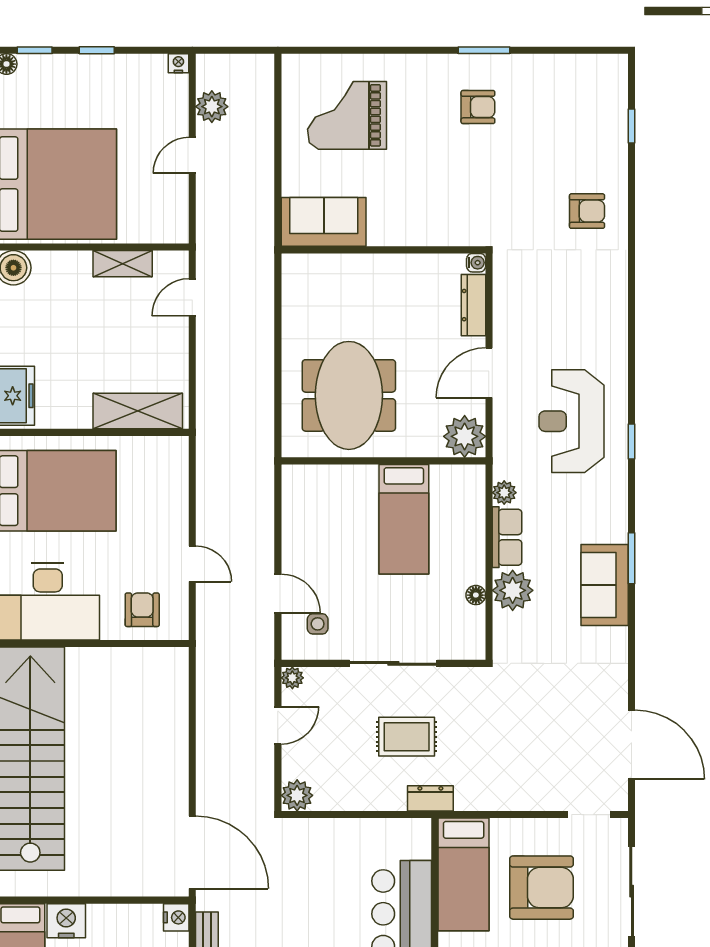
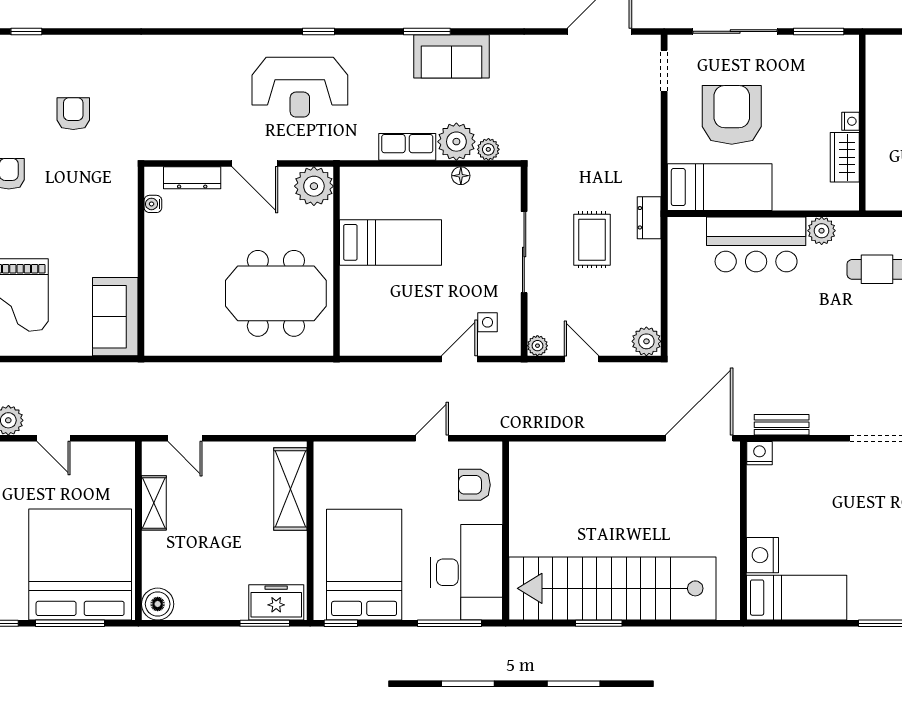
armchair: (587, 211) -> (73, 114), moved
water cooler: (476, 263) -> (153, 204), moved, turned -90
plant: (504, 493) -> (488, 149), moved

